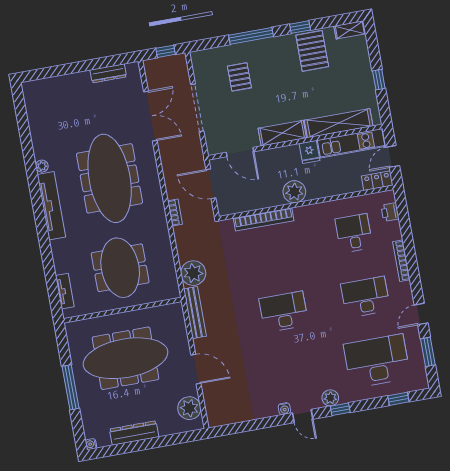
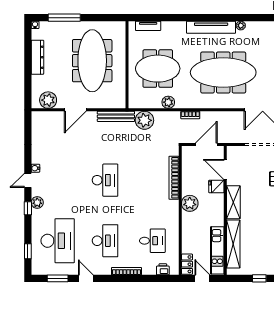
door: (240, 152) -> (225, 169), hinge flipped
fridge: (309, 152) -> (216, 186), moved
plant: (163, 245) -> (168, 102), added
window: (71, 387) -> (64, 18), moved

